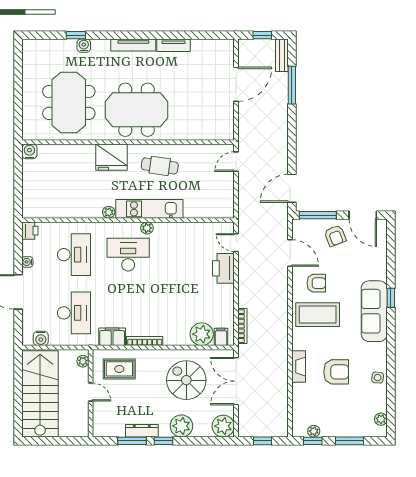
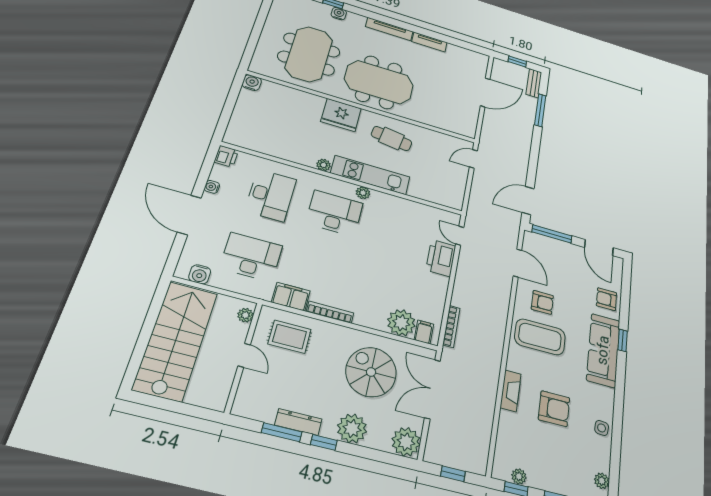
armchair: (335, 236) -> (606, 299), moved, turned 111
desk: (74, 313) -> (251, 257), turned -90

